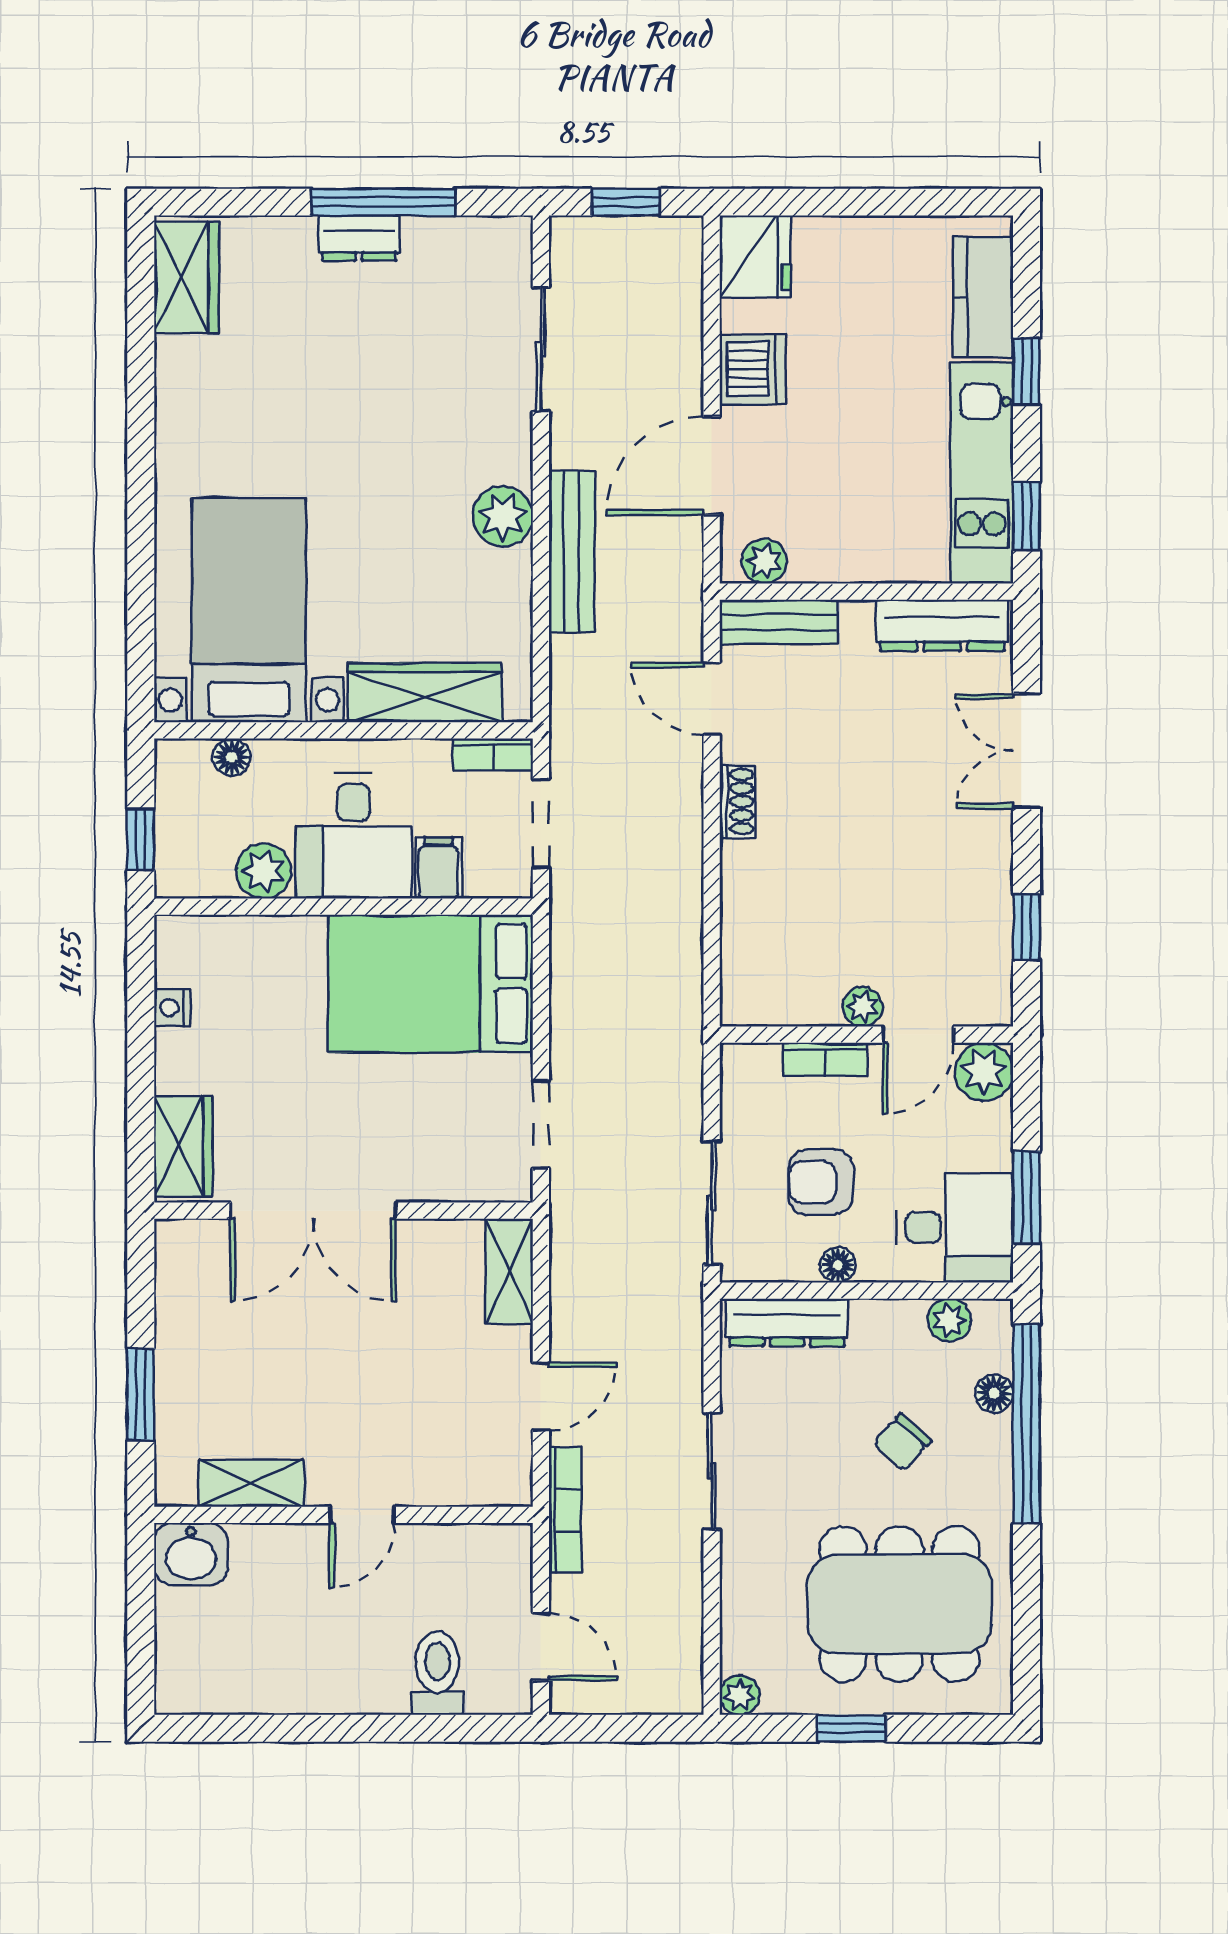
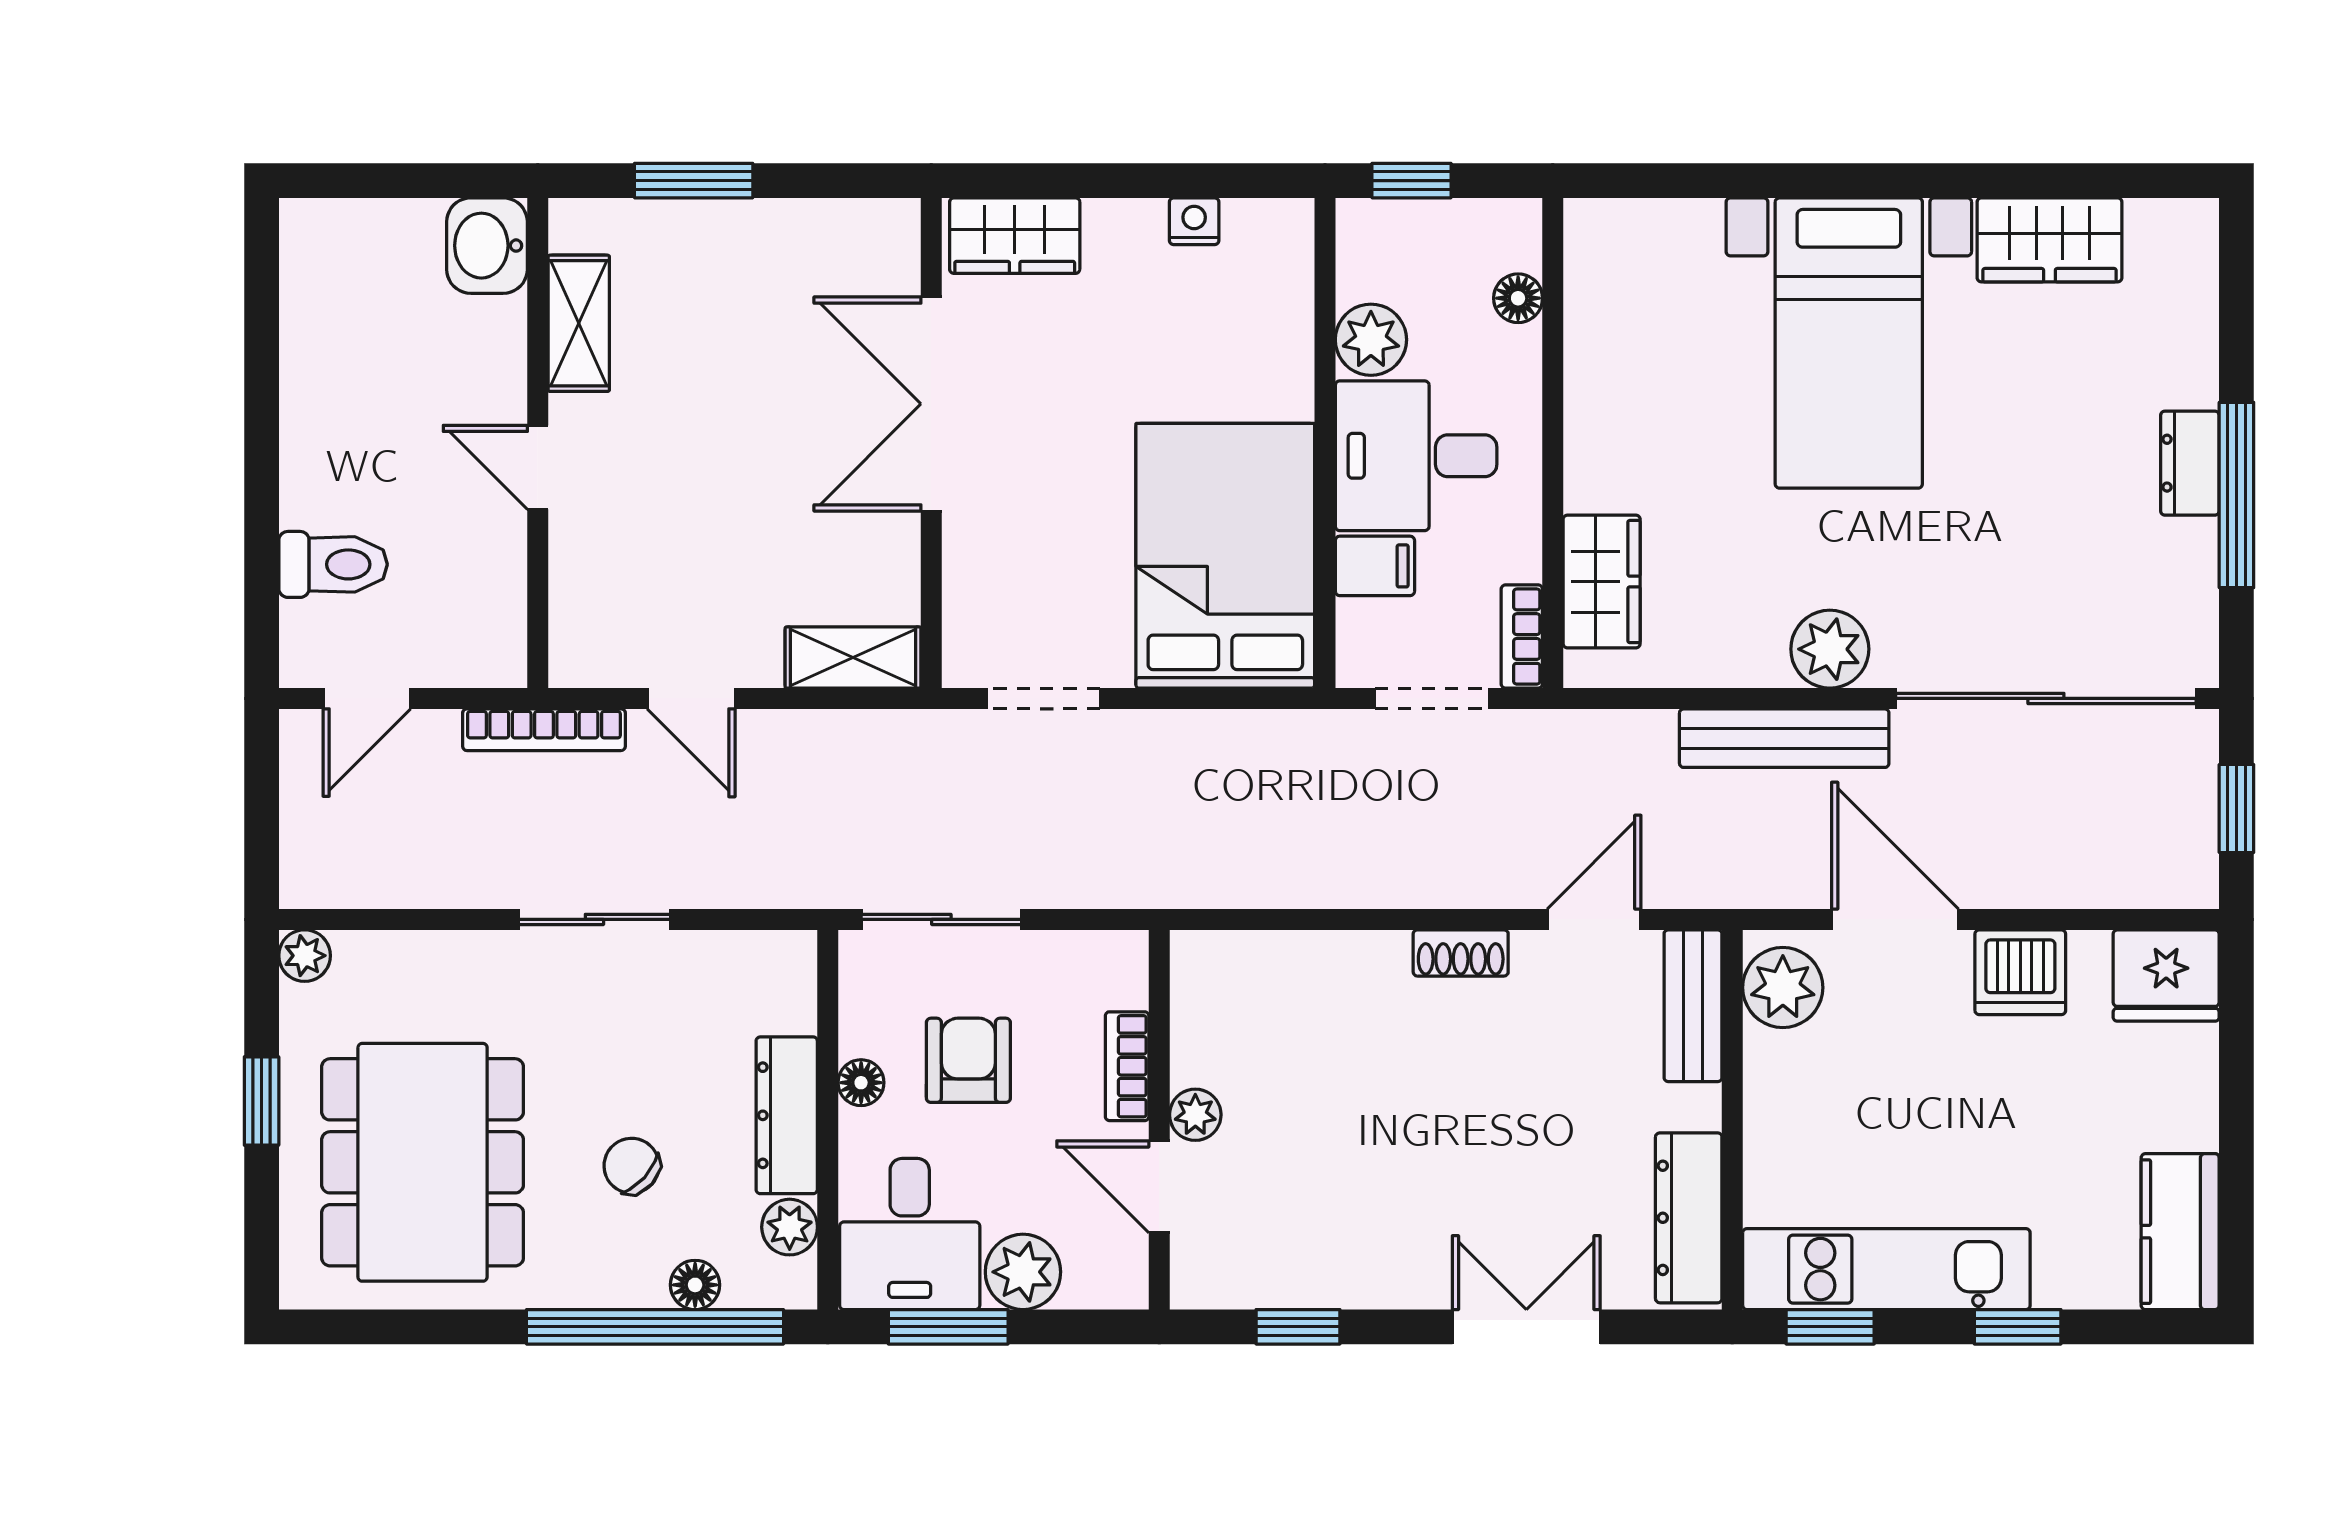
wardrobe: (186, 277) -> (2049, 240), moved
kitchen counter: (983, 297) -> (2180, 1232), moved, turned -90
sliding door: (541, 349) -> (2046, 698), width x1.86
plant: (764, 561) -> (1783, 988), width x1.38, depth x1.38
bed with nightstands: (249, 610) -> (1849, 343), moved, turned 90
wardrobe: (425, 693) -> (1602, 582), width x0.67
plant: (984, 1072) -> (1023, 1272), moved
dresser: (787, 1322) -> (787, 1115), moved

